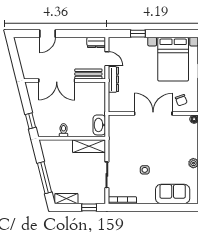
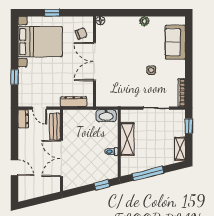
door: (107, 59) -> (40, 108), swing flipped
dresser: (113, 79) -> (74, 102), moved
double door: (57, 81) -> (61, 158), swing flipped
shelving: (89, 146) -> (127, 139), moved
window: (44, 178) -> (148, 173), moved

